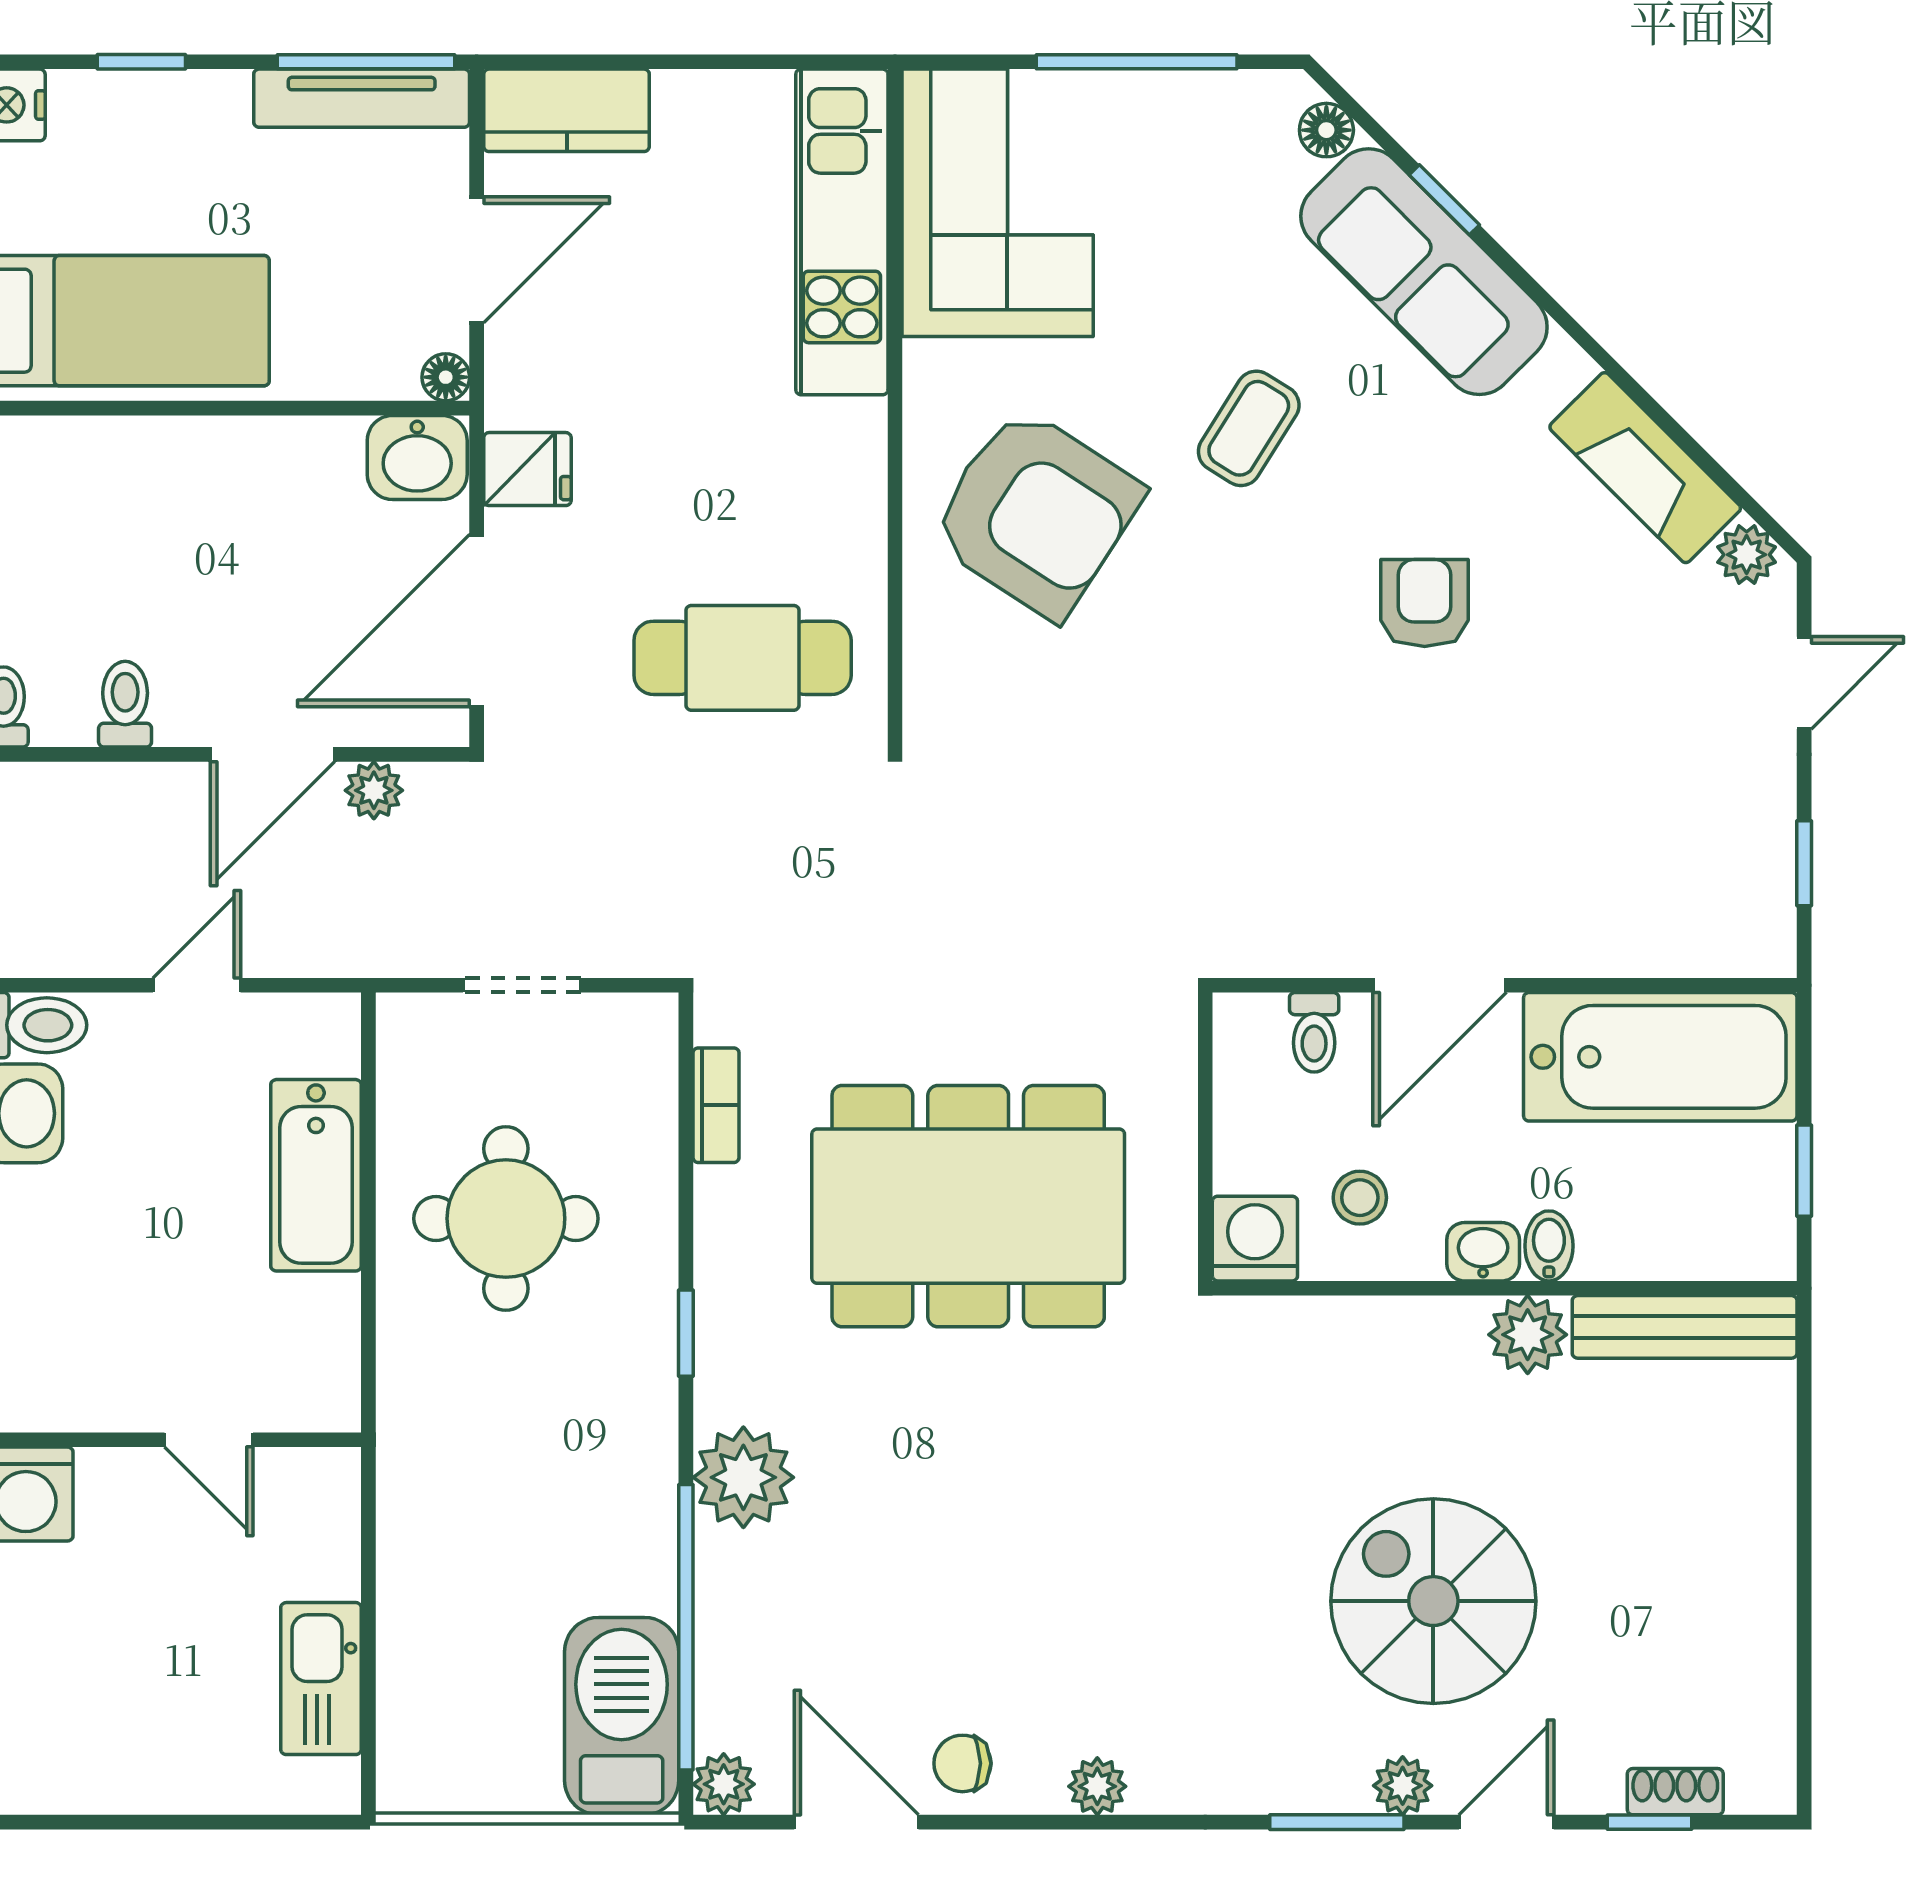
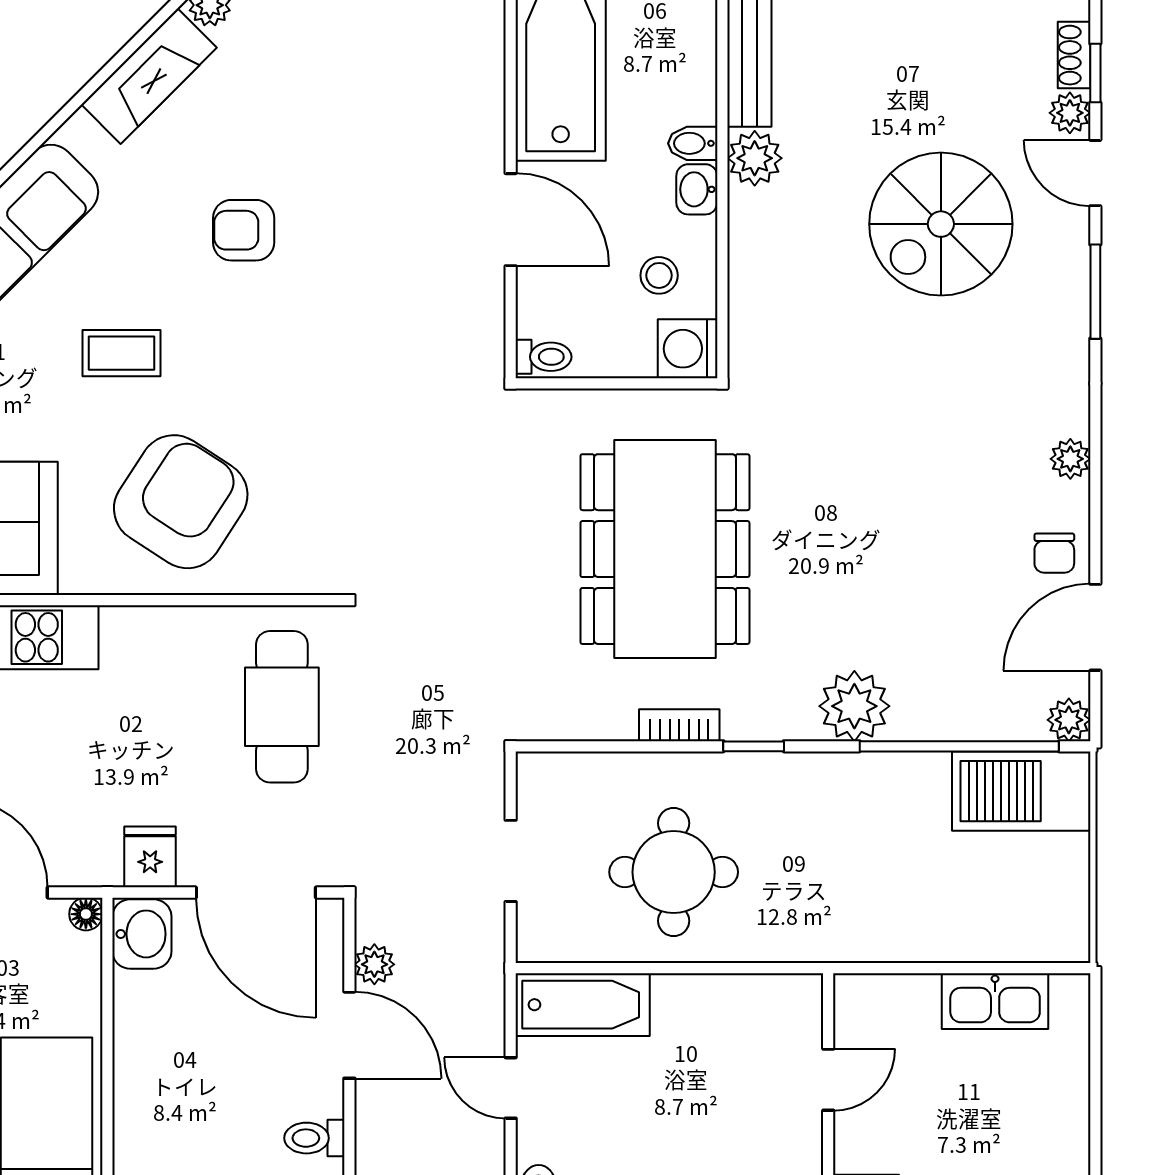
coffee table: (1249, 428) -> (122, 353), turned -32
toilet: (1314, 1032) -> (544, 357), moved
bookcase: (716, 1105) -> (679, 725), moved
bathtub: (316, 1175) -> (583, 1005), moved
plant: (1403, 1786) -> (1070, 113), moved

